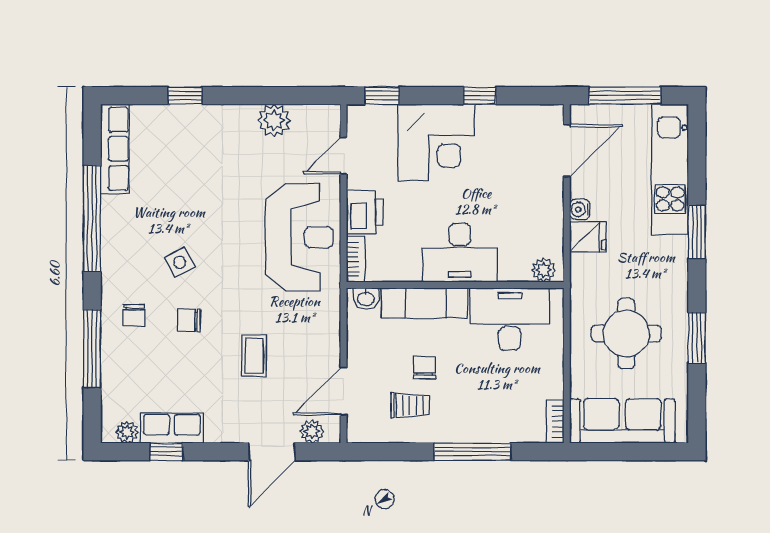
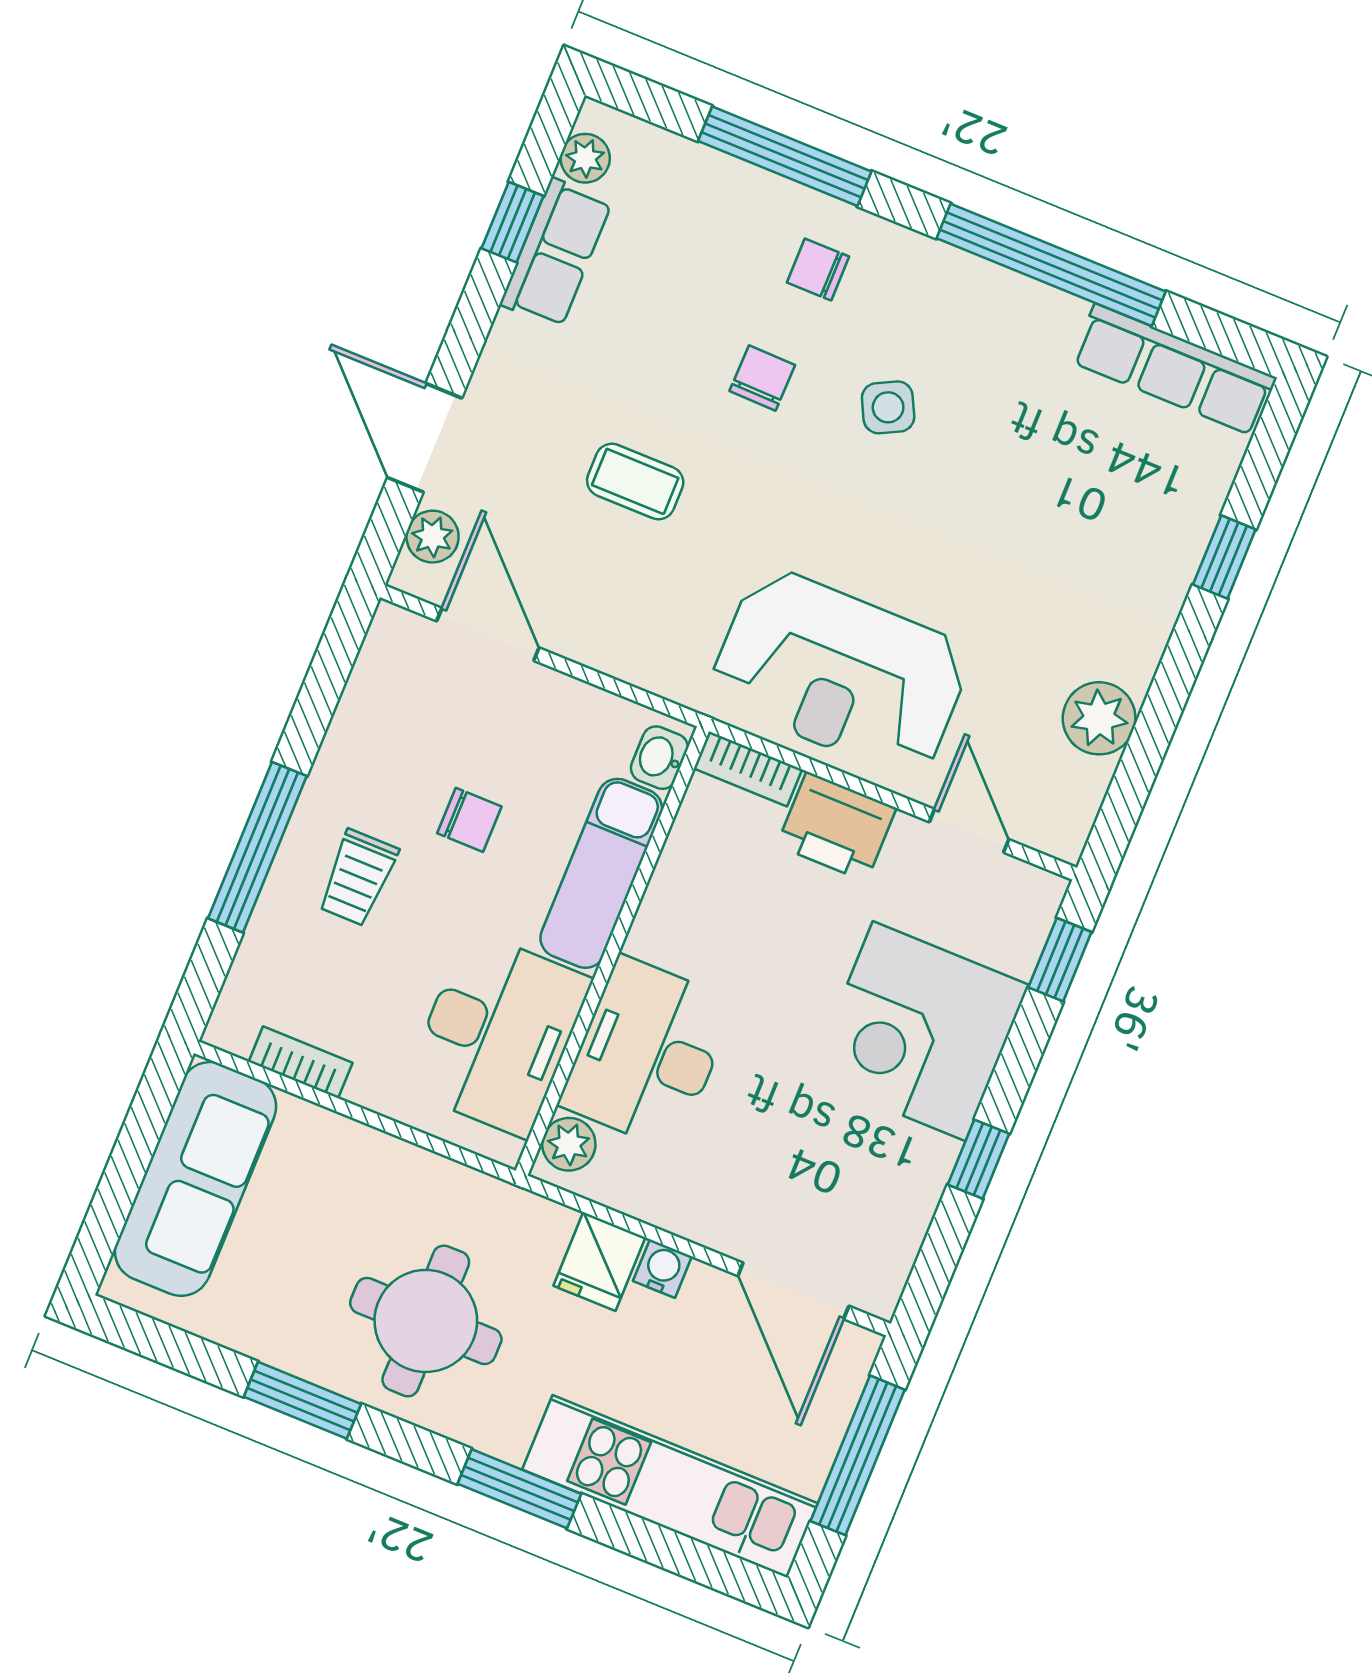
desk: (460, 253) -> (648, 1053), moved
round table: (626, 334) -> (426, 1321), moved
trolley: (410, 405) -> (358, 878), moved
bookcase: (555, 421) -> (301, 1062), moved

